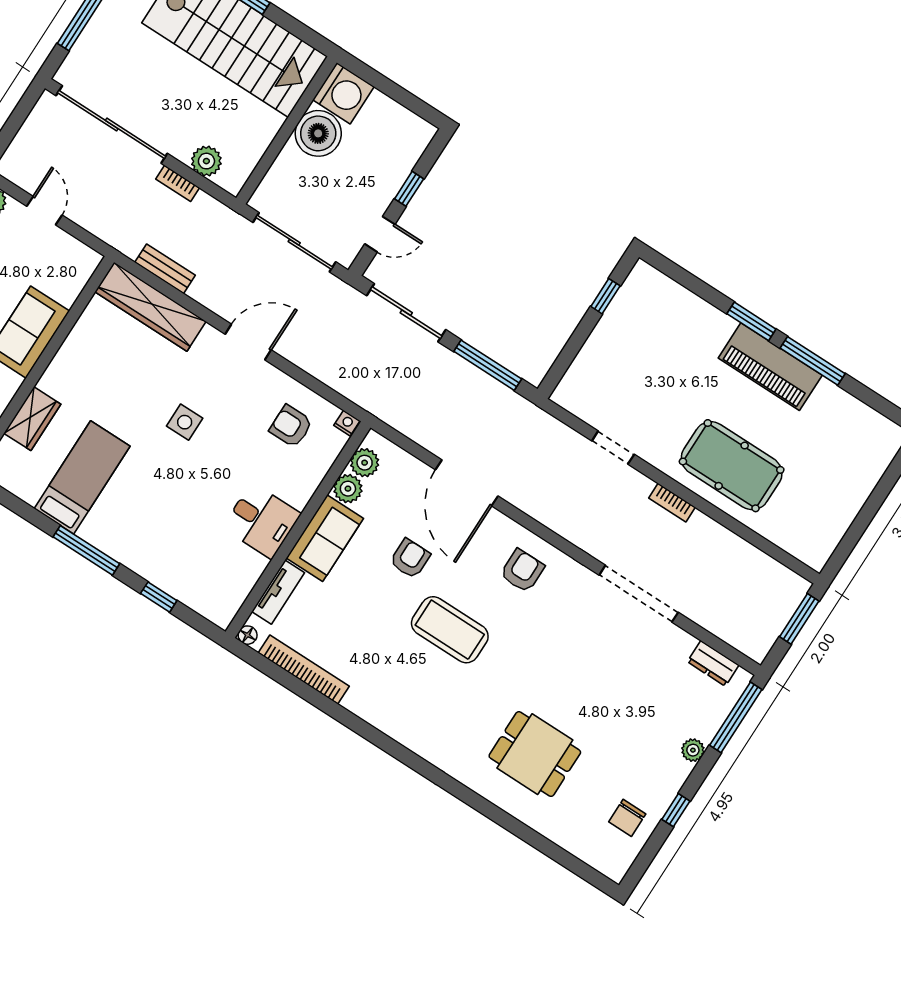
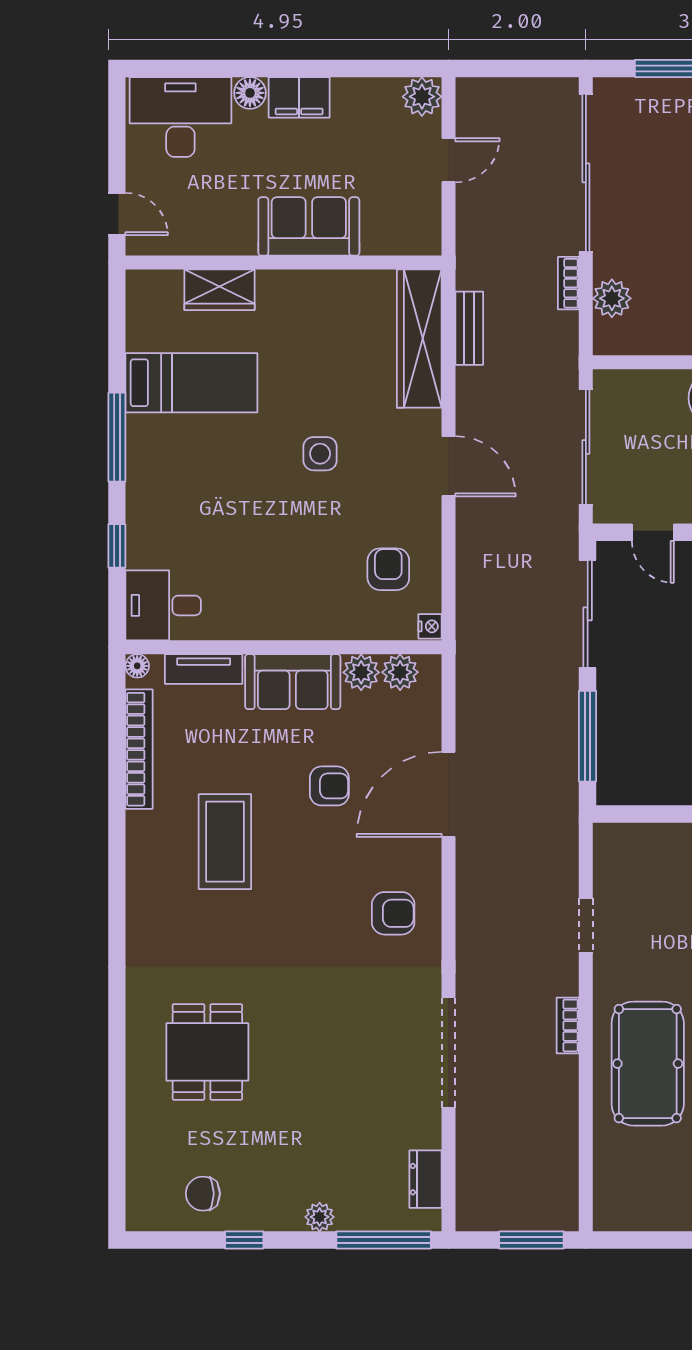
desk: (262, 521) -> (163, 605), moved, turned 90
coffee table: (450, 630) -> (225, 842), moved

